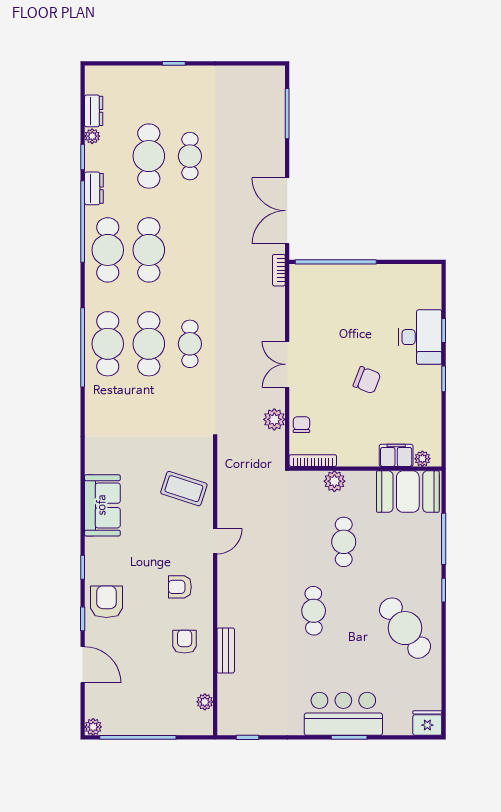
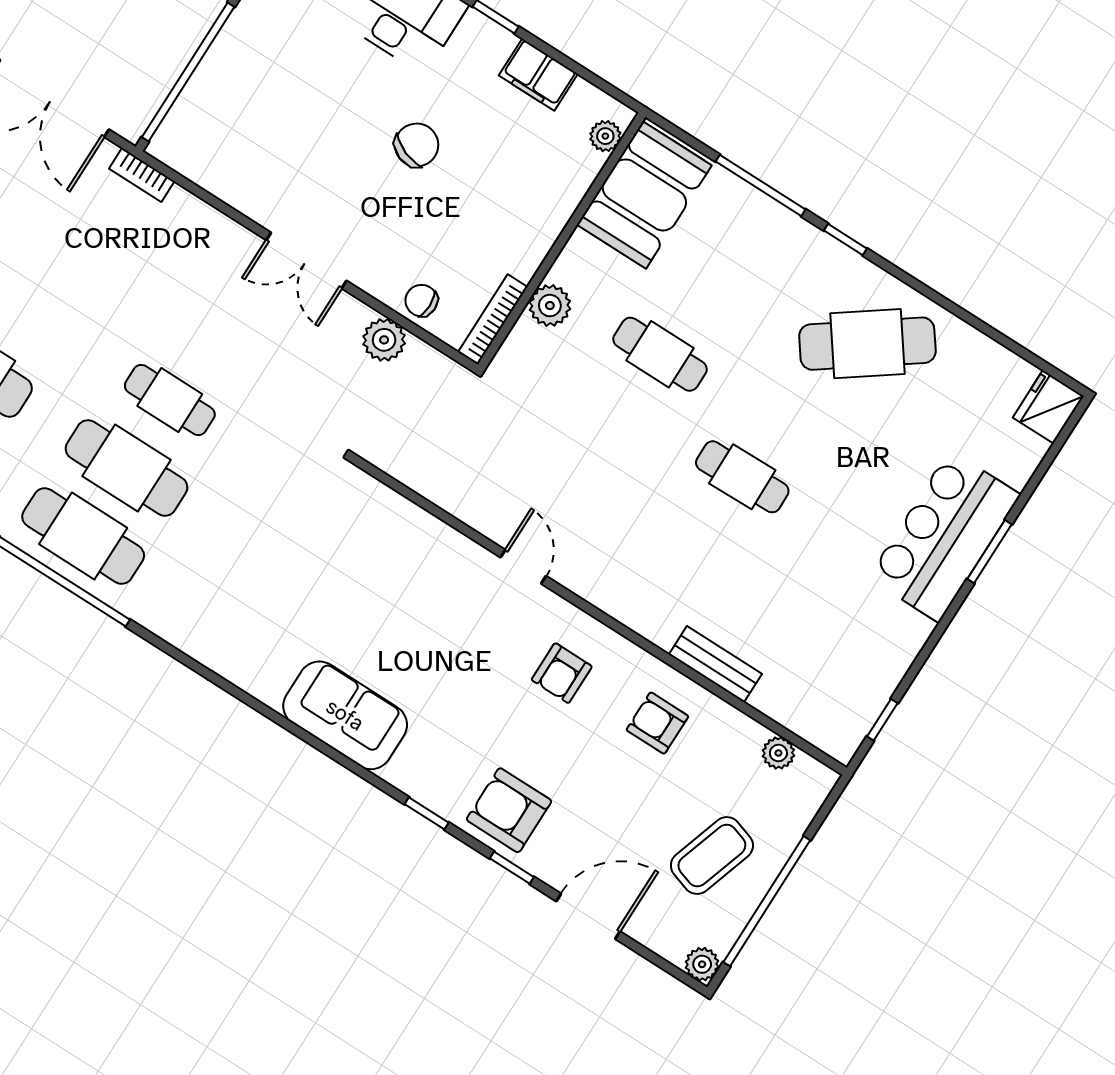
filing cabinet: (396, 455) -> (538, 75), moved, turned -90
coffee table: (184, 489) -> (712, 855), moved

